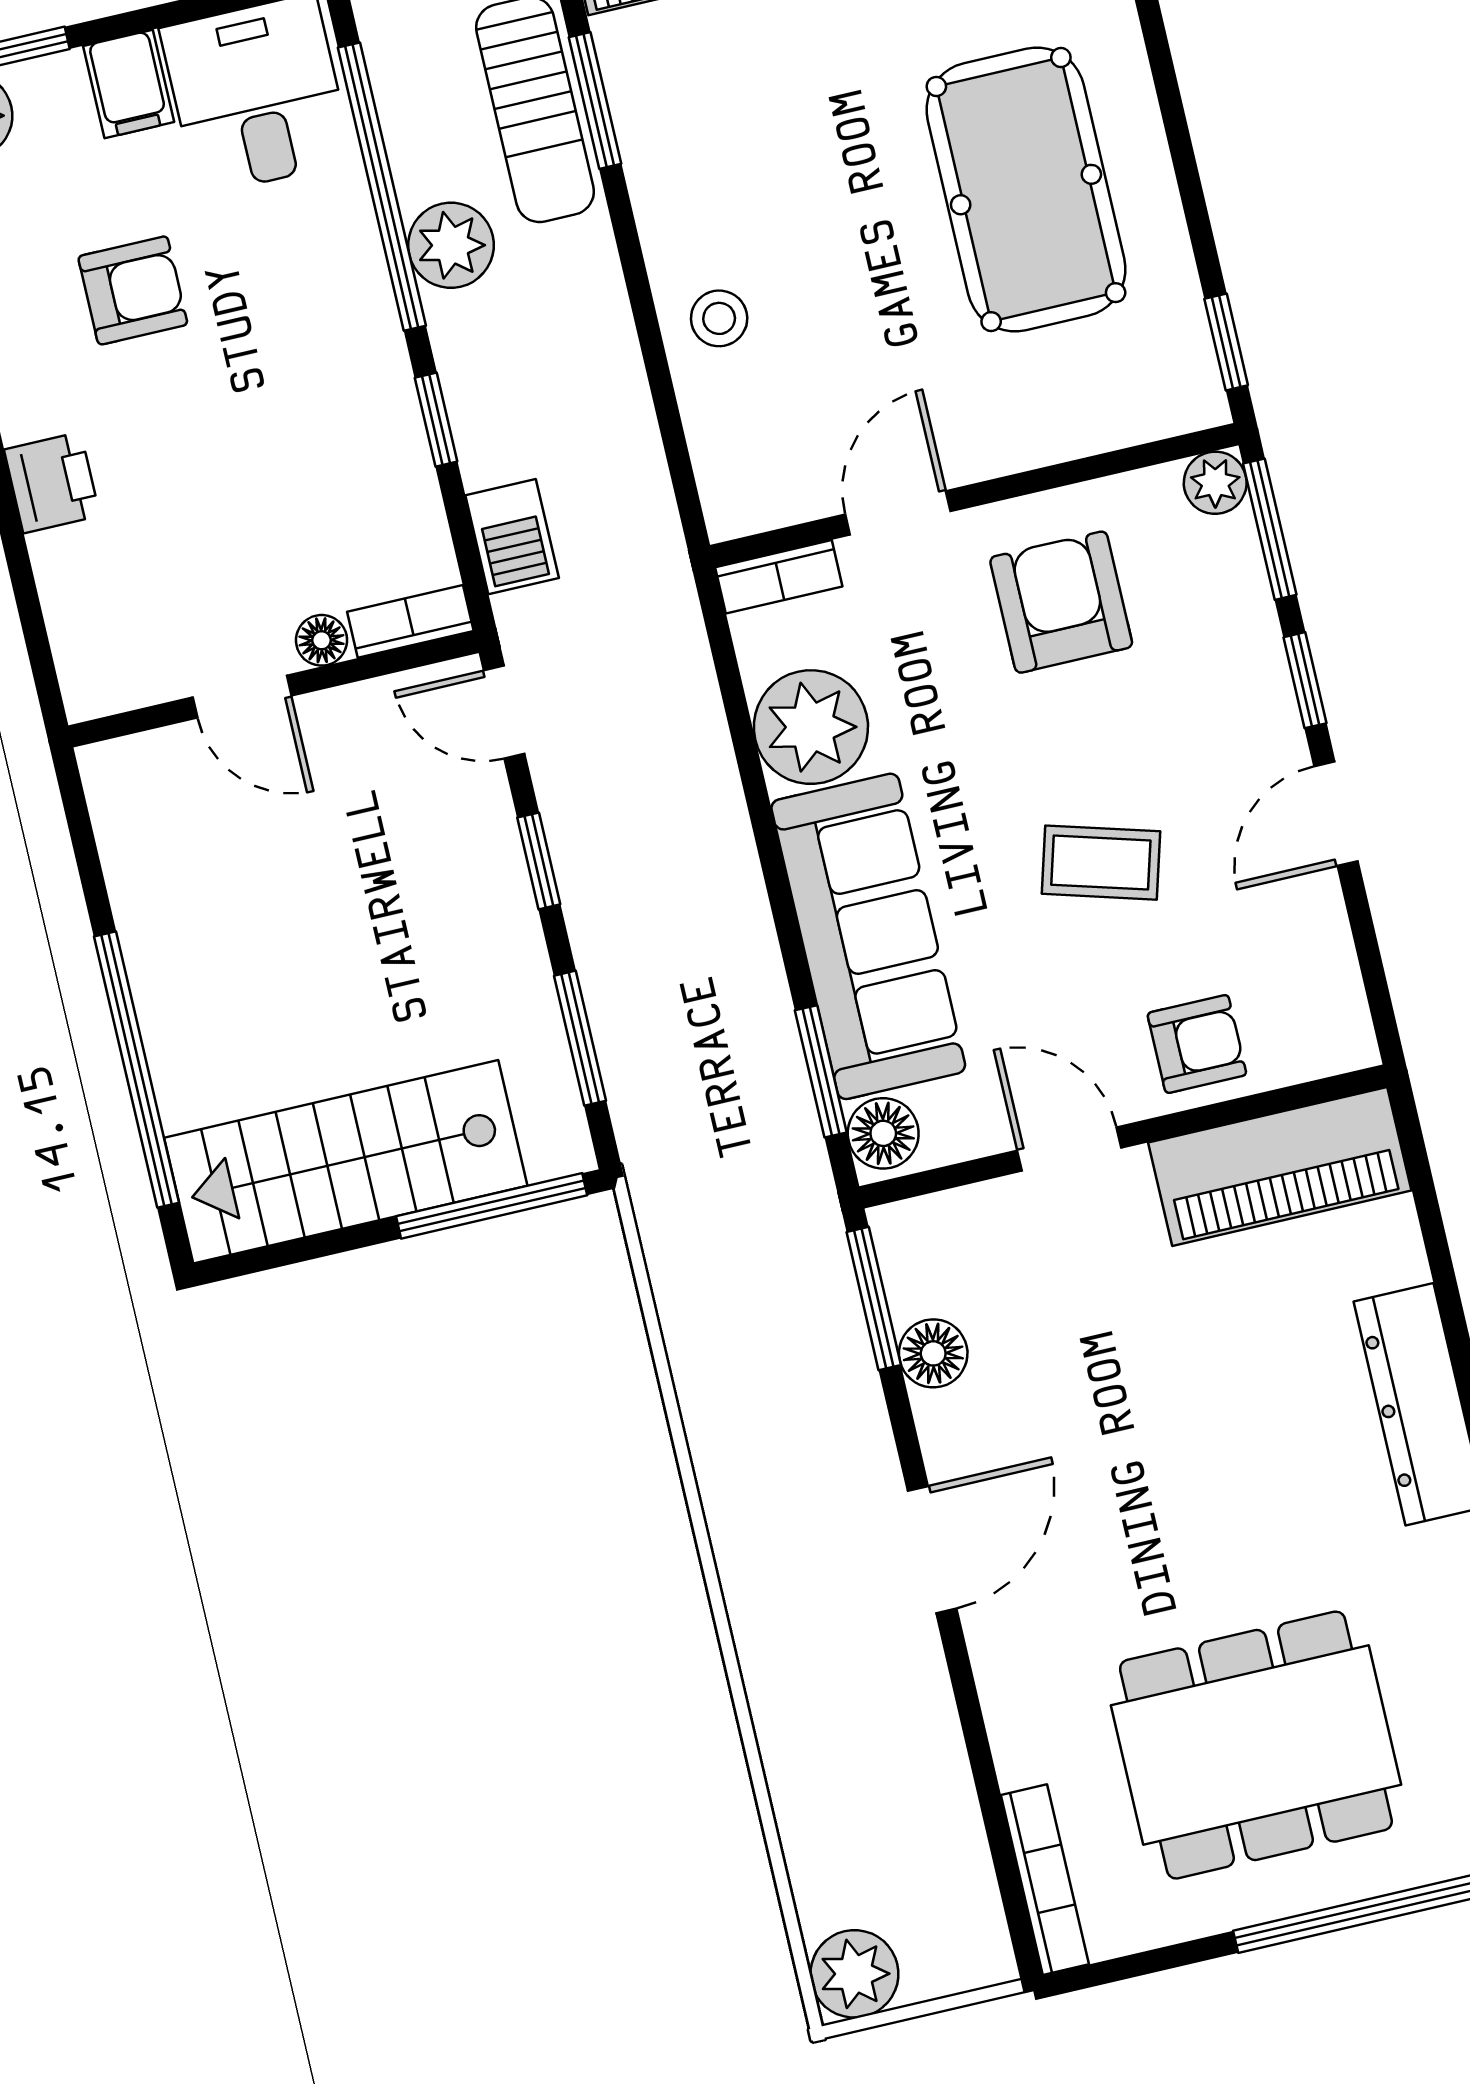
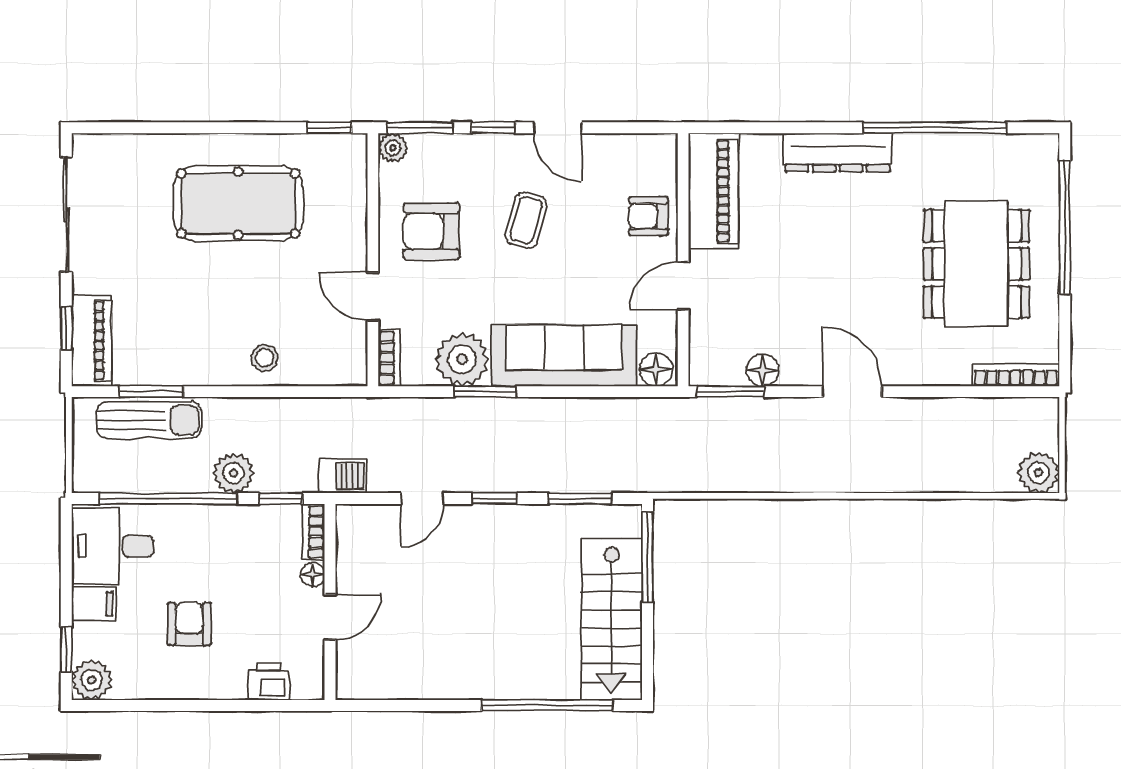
plant: (451, 245) -> (233, 473), moved
bookcase: (410, 621) -> (314, 532), moved
floor lamp: (322, 640) -> (313, 575), moved
wall: (273, 689) -> (330, 602), moved
door: (242, 697) -> (330, 617), moved
coffee table: (1101, 863) -> (526, 220), moved
armchair: (1197, 1044) -> (649, 216), turned -90
window: (821, 1071) -> (485, 392), moved

